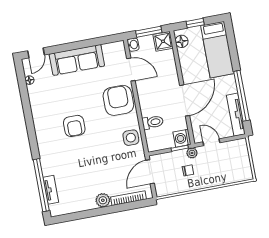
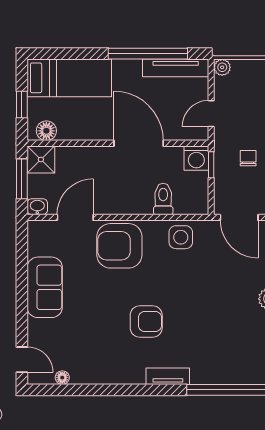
sofa: (77, 60) -> (45, 287), width x0.73
plant: (192, 153) -> (222, 67), moved
tv unit: (51, 190) -> (168, 376), moved

